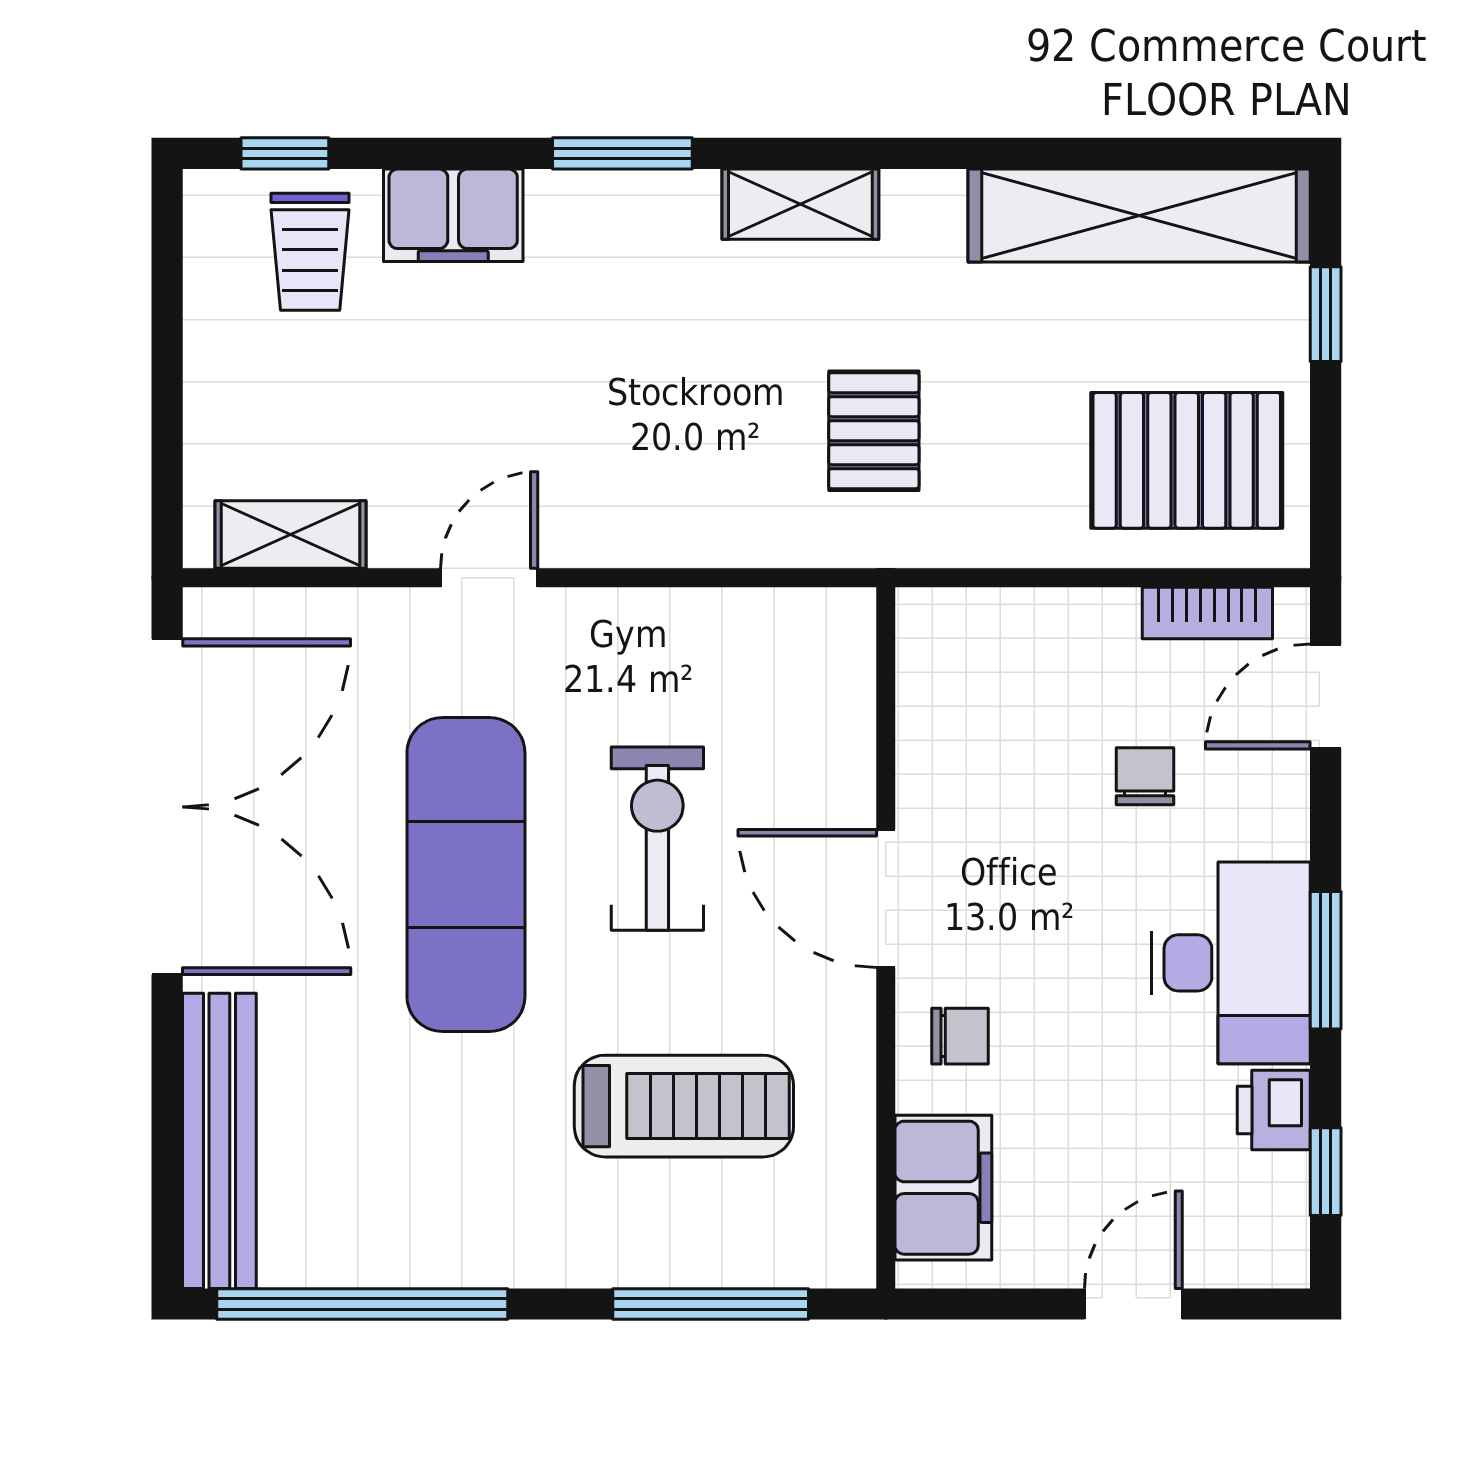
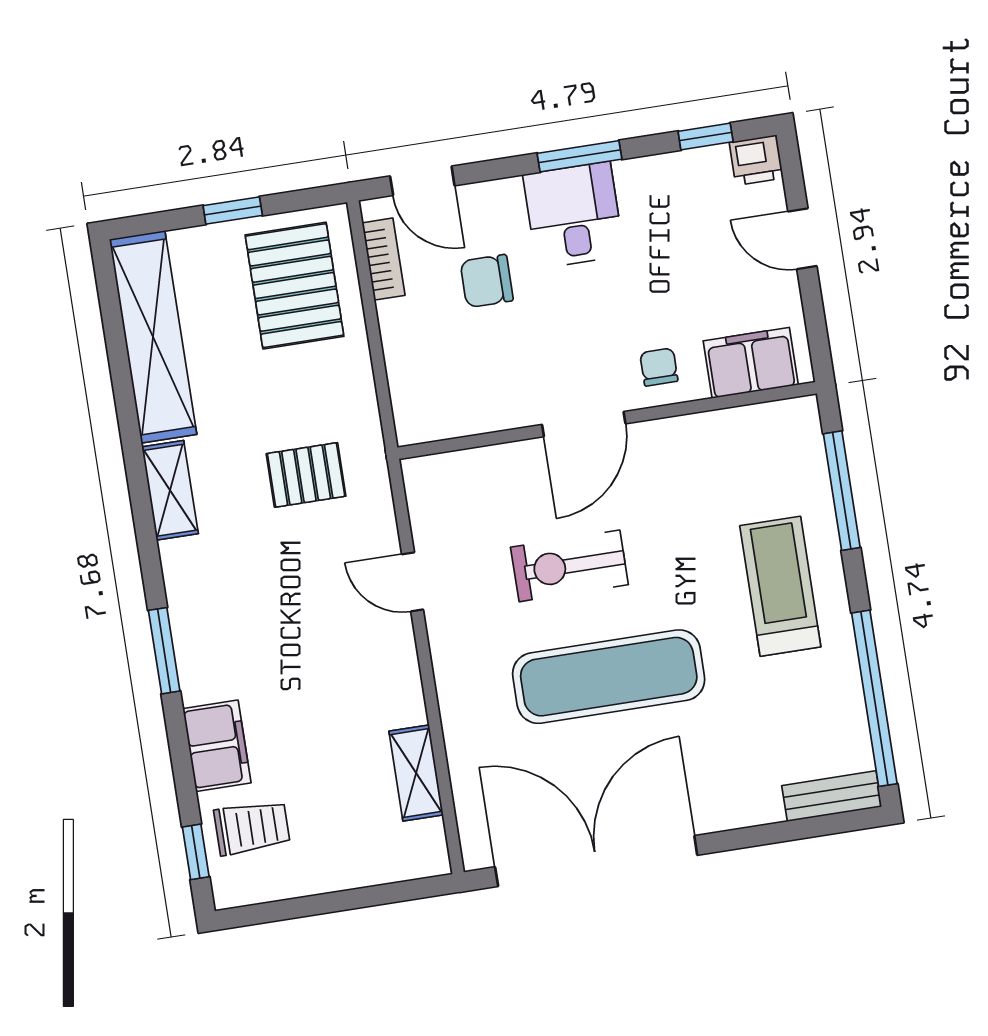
shelving: (800, 204) -> (170, 490), moved
window: (1326, 314) -> (233, 211), moved
shelving: (291, 534) -> (416, 773), moved
door: (489, 578) -> (413, 582), moved
chair: (1145, 776) -> (487, 281), width x1.37, depth x1.37
desk: (1231, 963) -> (574, 215), width x0.73
treadmill: (684, 1106) -> (780, 586), moved
printer: (1274, 1110) -> (756, 160), moved
bench: (219, 1141) -> (832, 796), width x0.54, depth x0.82

